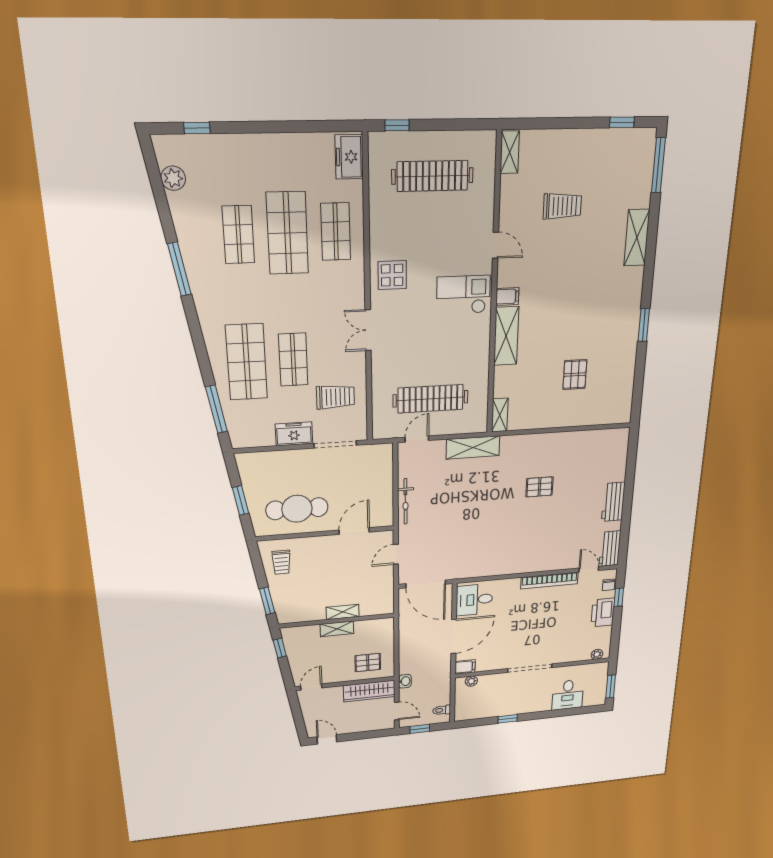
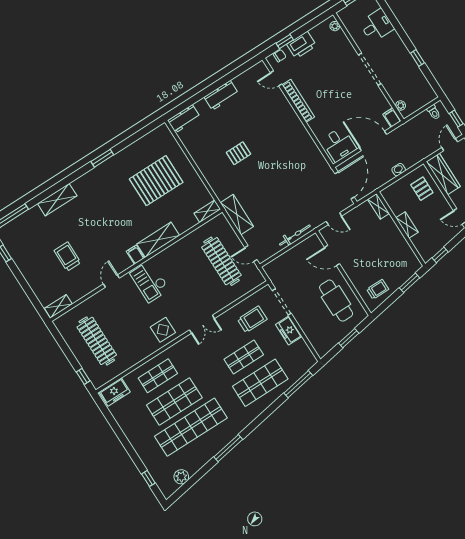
shop shelf: (238, 235) -> (191, 427), width x2.00, depth x1.36
pallet: (575, 375) -> (156, 181), width x2.05, depth x2.00
trolley: (335, 397) -> (252, 319), turned 90
pallet: (539, 487) -> (239, 153), turned 90
workbench: (610, 549) -> (184, 119), moved
door: (589, 569) -> (276, 78), hinge flipped
shelving: (343, 612) -> (378, 206), moved
washbasin: (405, 681) -> (399, 170), moved

